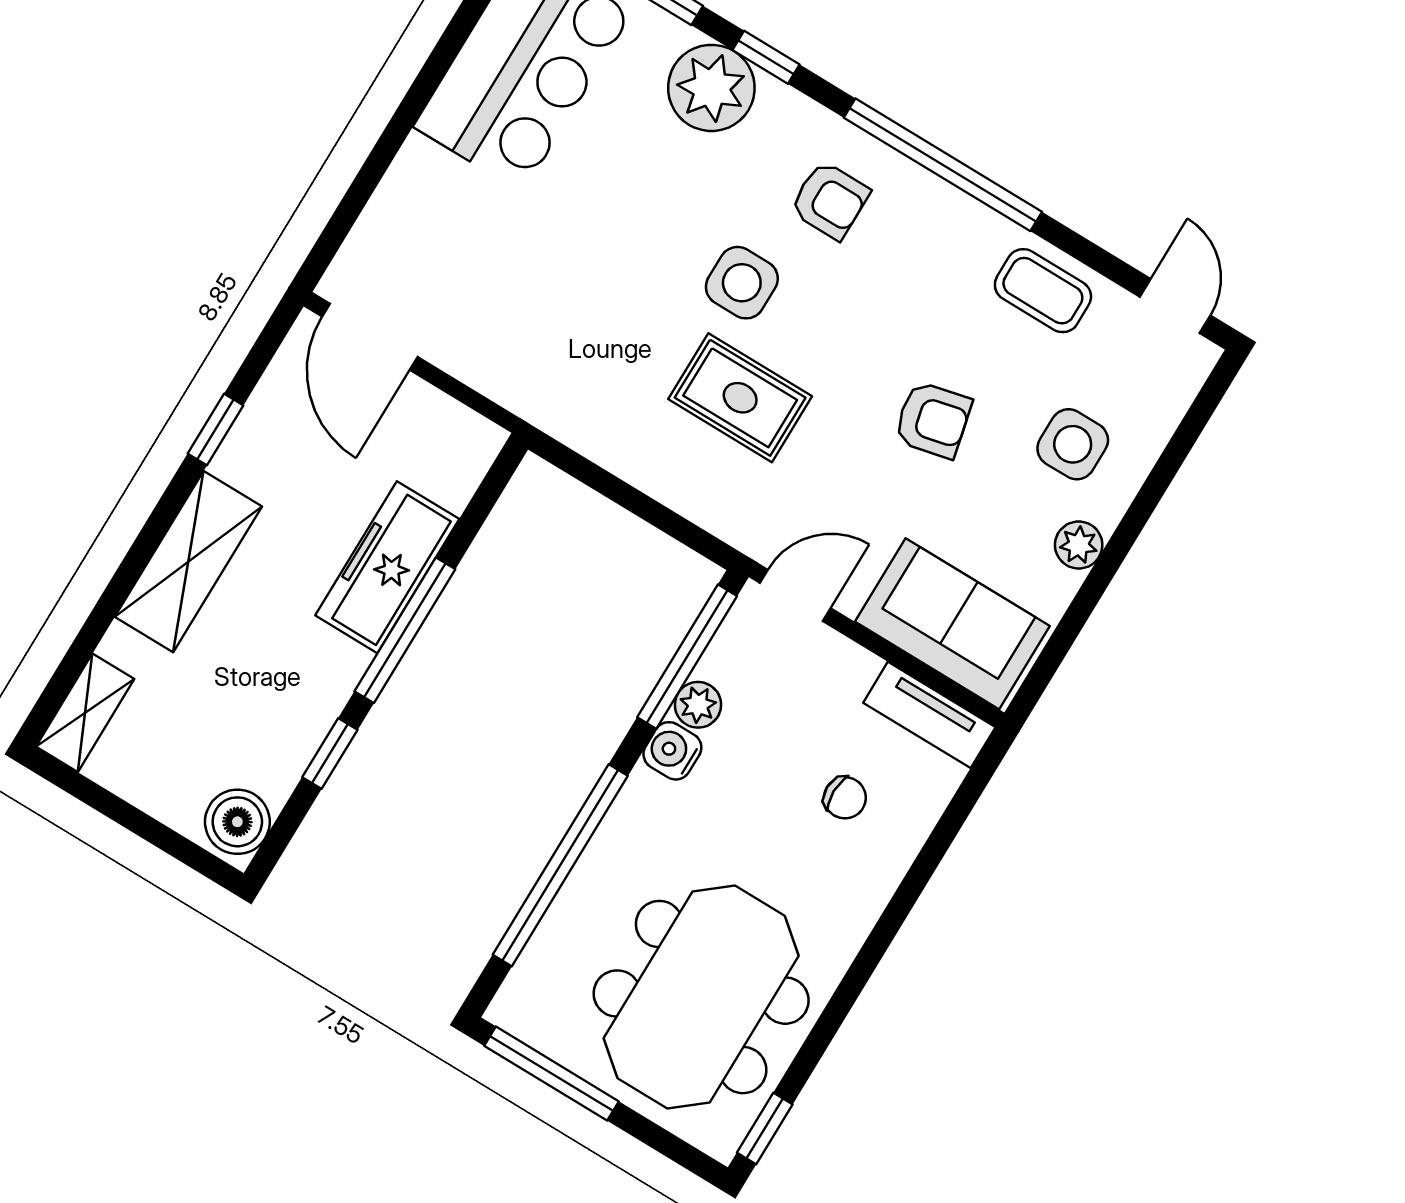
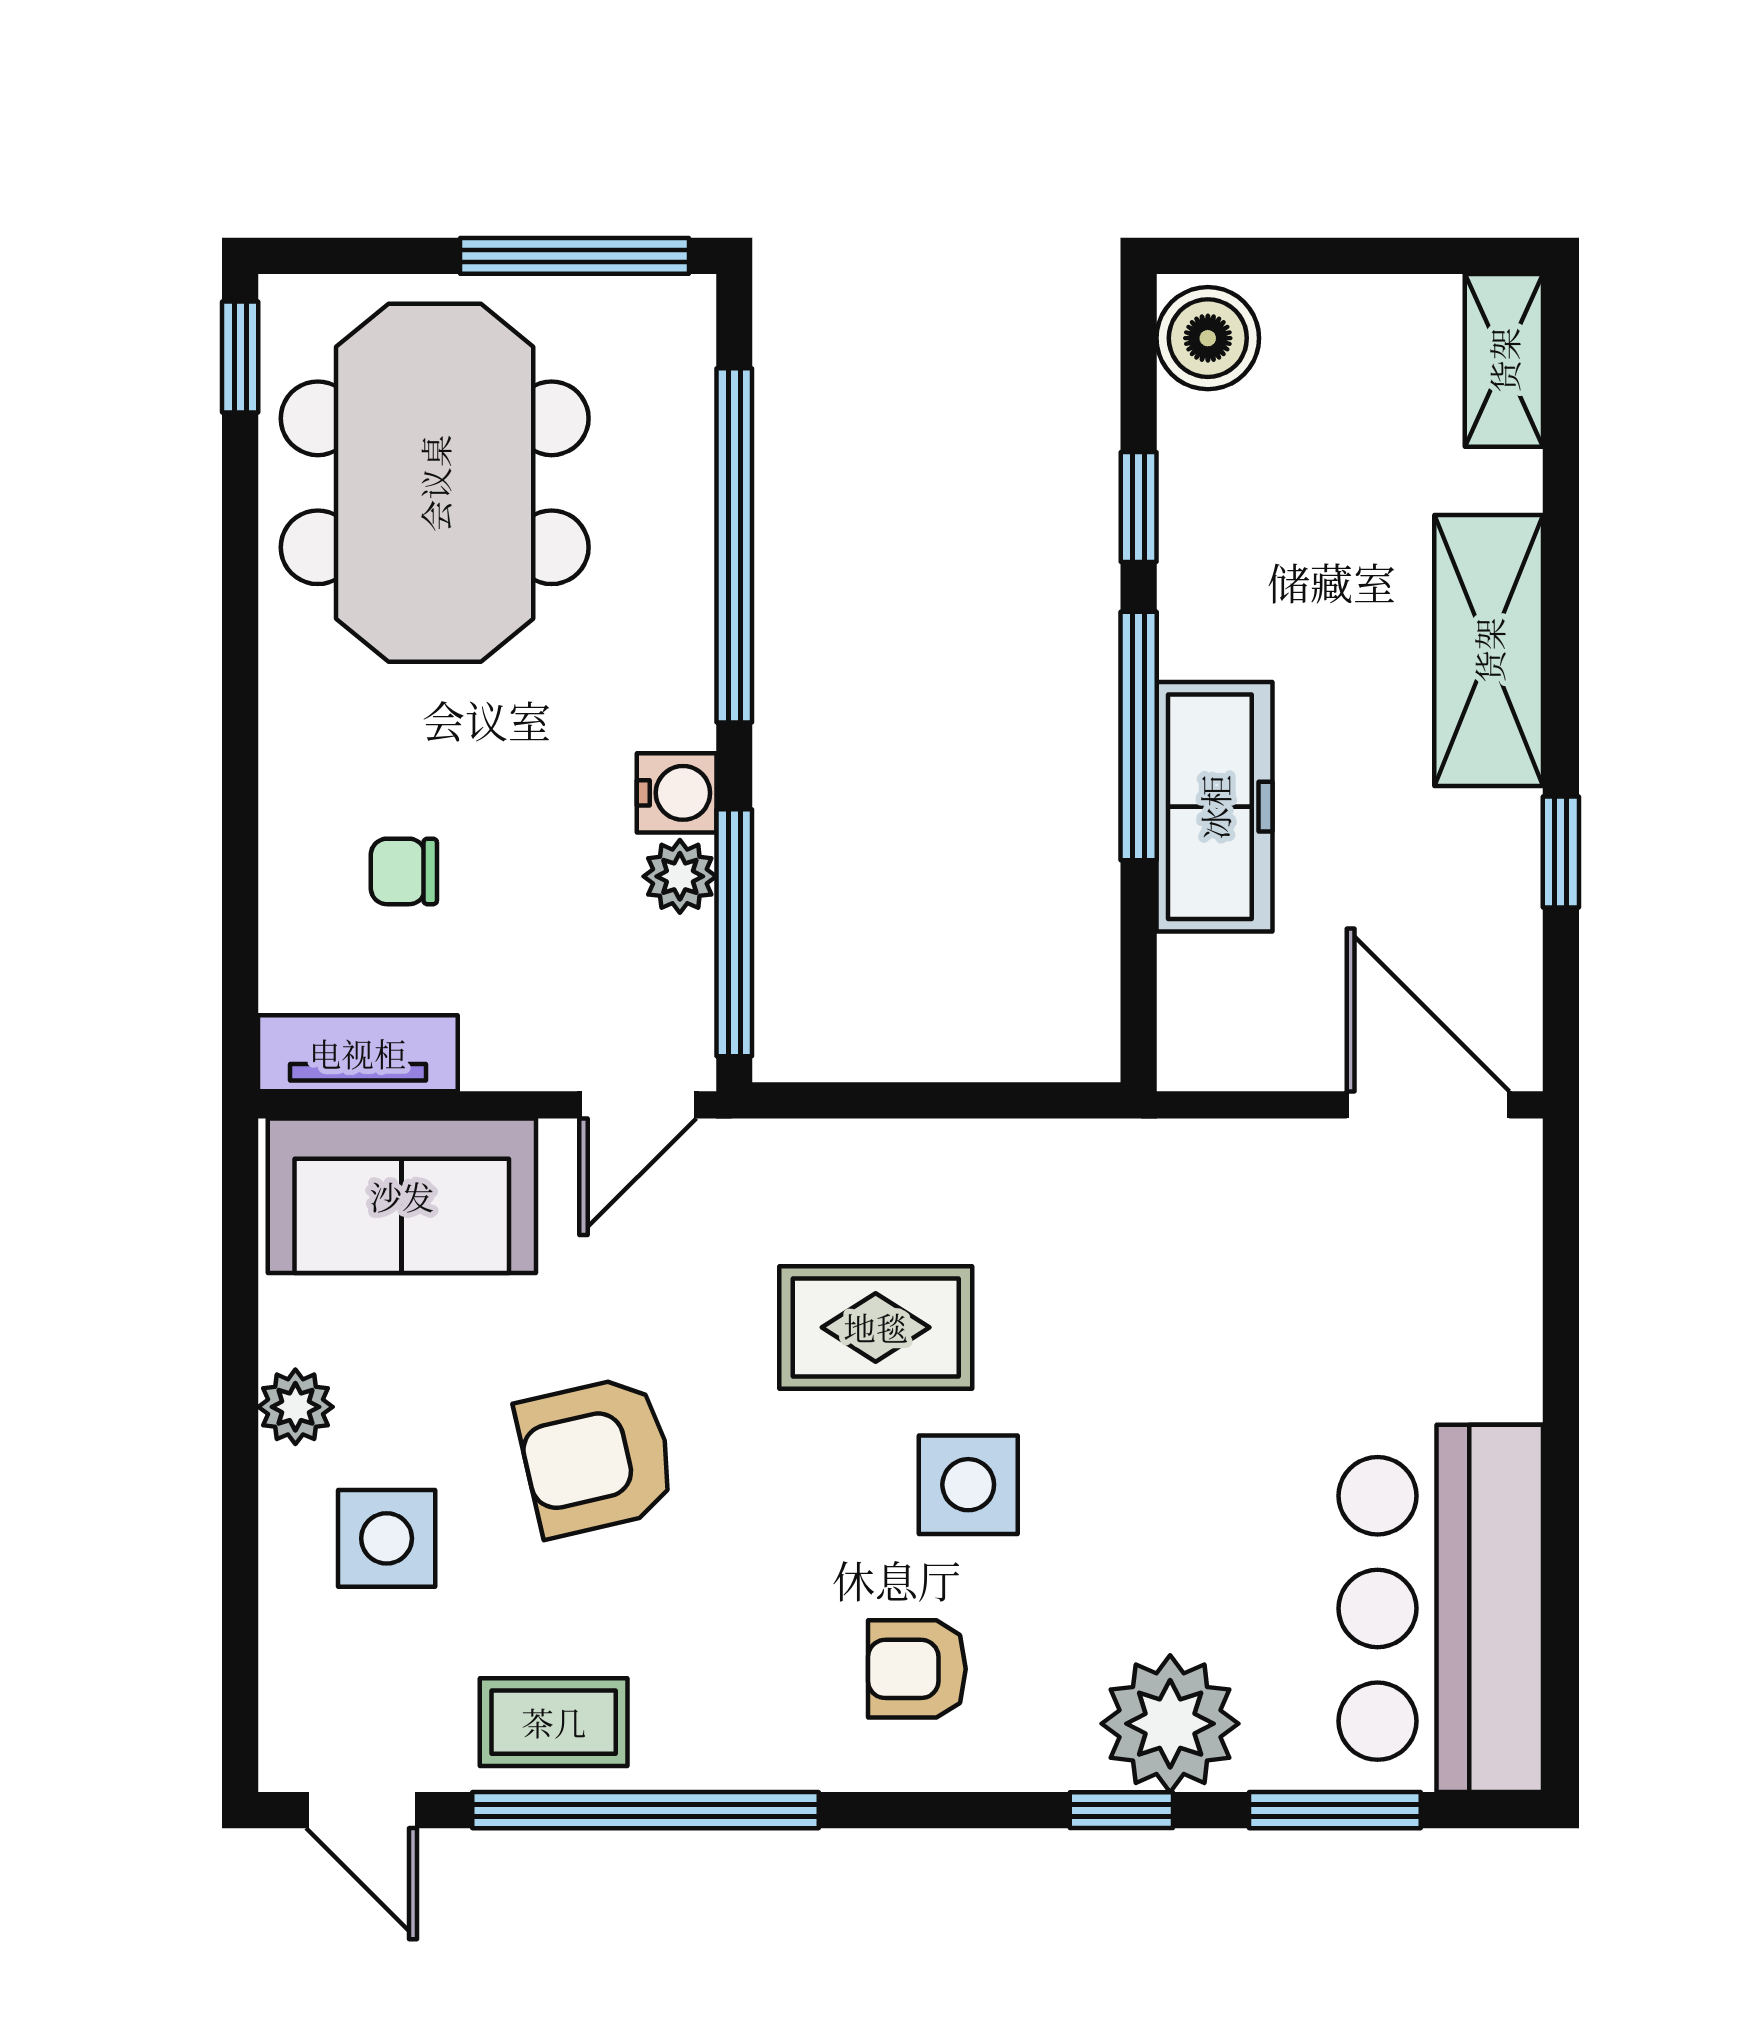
window: (943, 165) -> (645, 1810), moved
armchair: (933, 420) -> (596, 1456), width x1.38, depth x1.38

